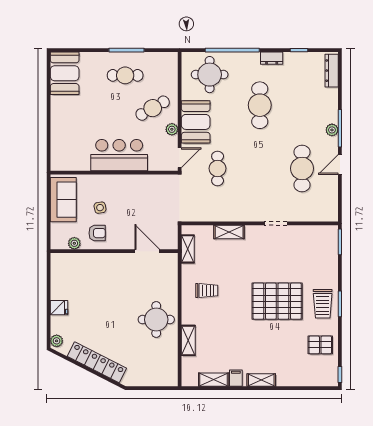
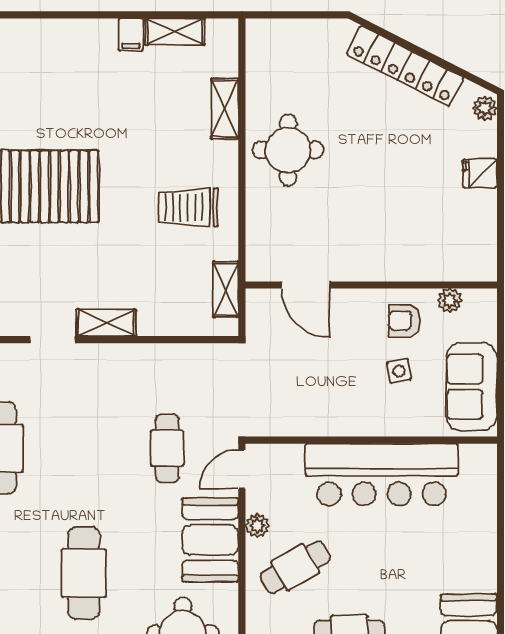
bar counter: (119, 155) -> (382, 475), width x1.36
shelving: (229, 232) -> (106, 323), moved
trolley: (207, 291) -> (188, 207), width x1.36, depth x1.39
shelving: (261, 380) -> (81, 31), removed

